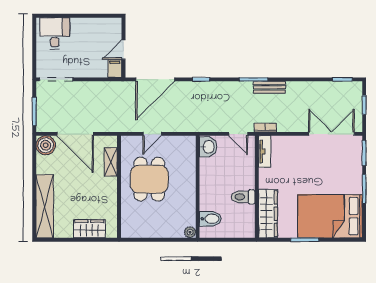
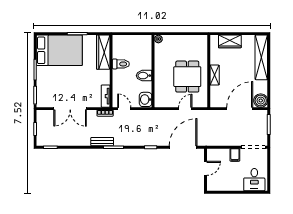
filing cabinet: (115, 68) -> (235, 155), moved
door: (75, 134) -> (240, 109), hinge flipped
double door: (331, 134) -> (70, 109), moved
shelving: (111, 162) -> (215, 75), moved
bidet: (210, 219) -> (144, 76), moved

